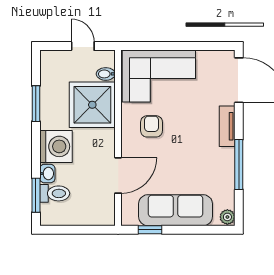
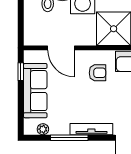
tv unit: (227, 126) -> (91, 129), width x1.41
plant: (227, 217) -> (43, 129), moved

